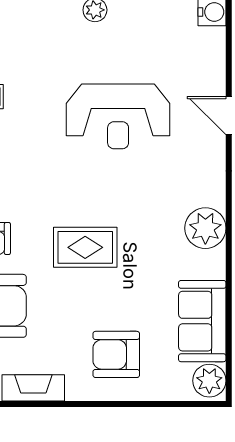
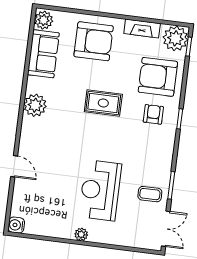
reception desk: (118, 116) -> (100, 190), moved, turned -90
armchair: (116, 354) -> (94, 41), width x1.36, depth x1.36

